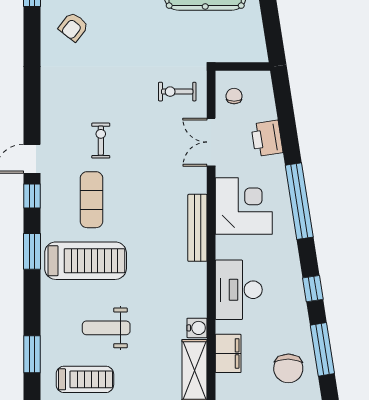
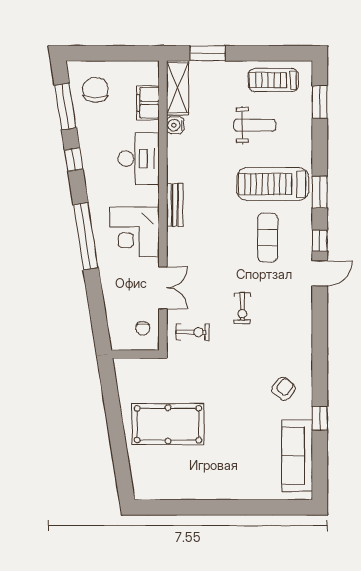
printer: (267, 138) -> (114, 291), removed
exercise bike: (101, 141) -> (242, 308), moved
bench: (197, 228) -> (175, 205), width x0.73

